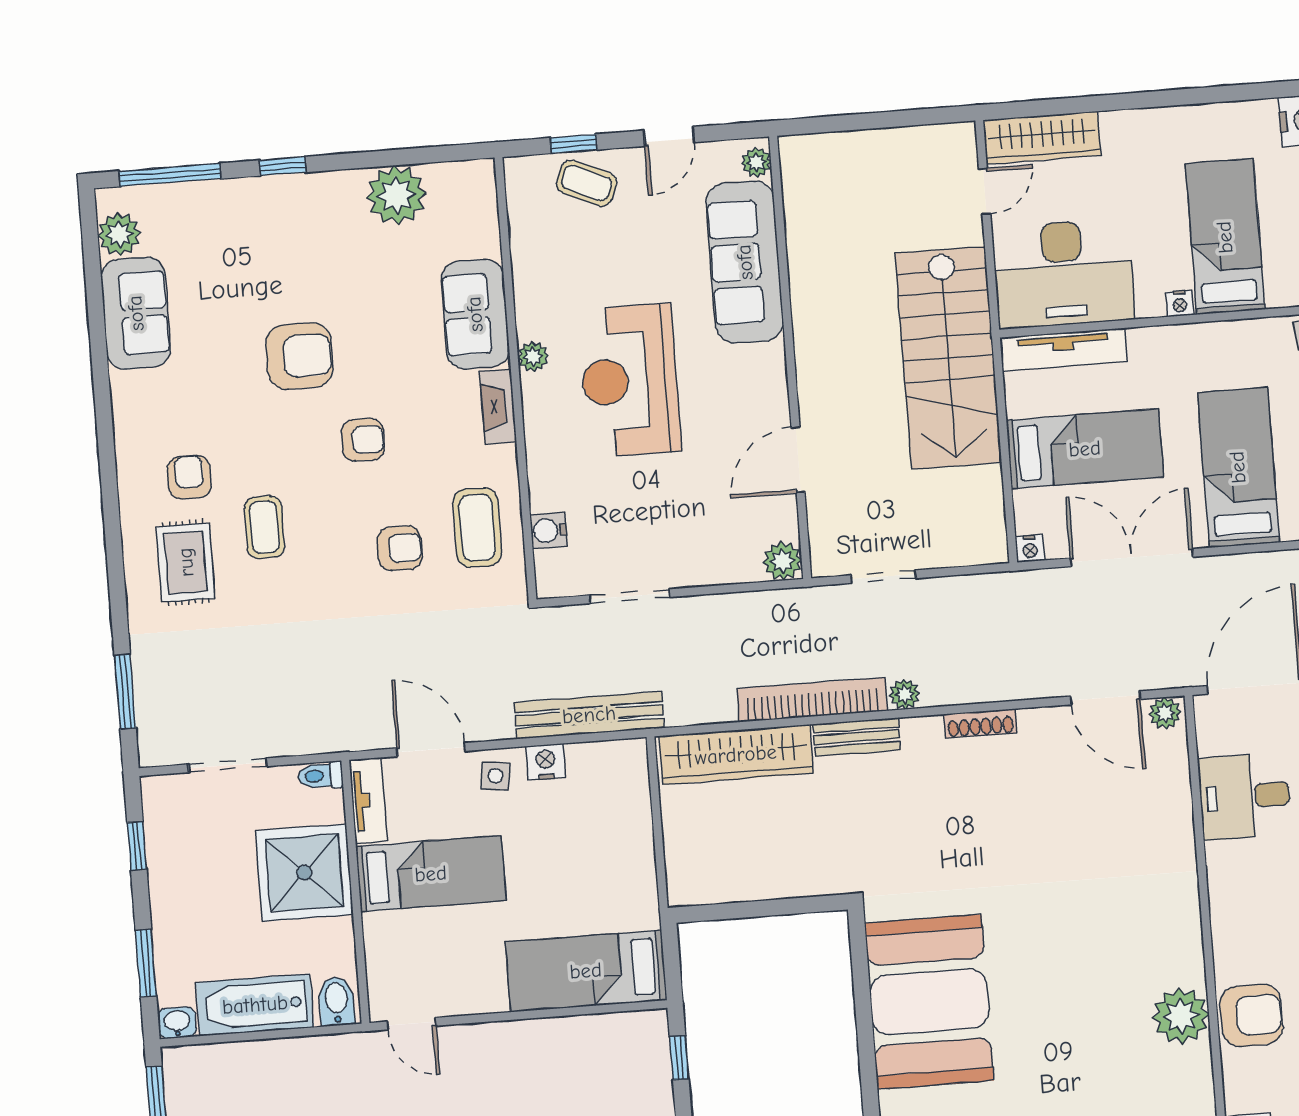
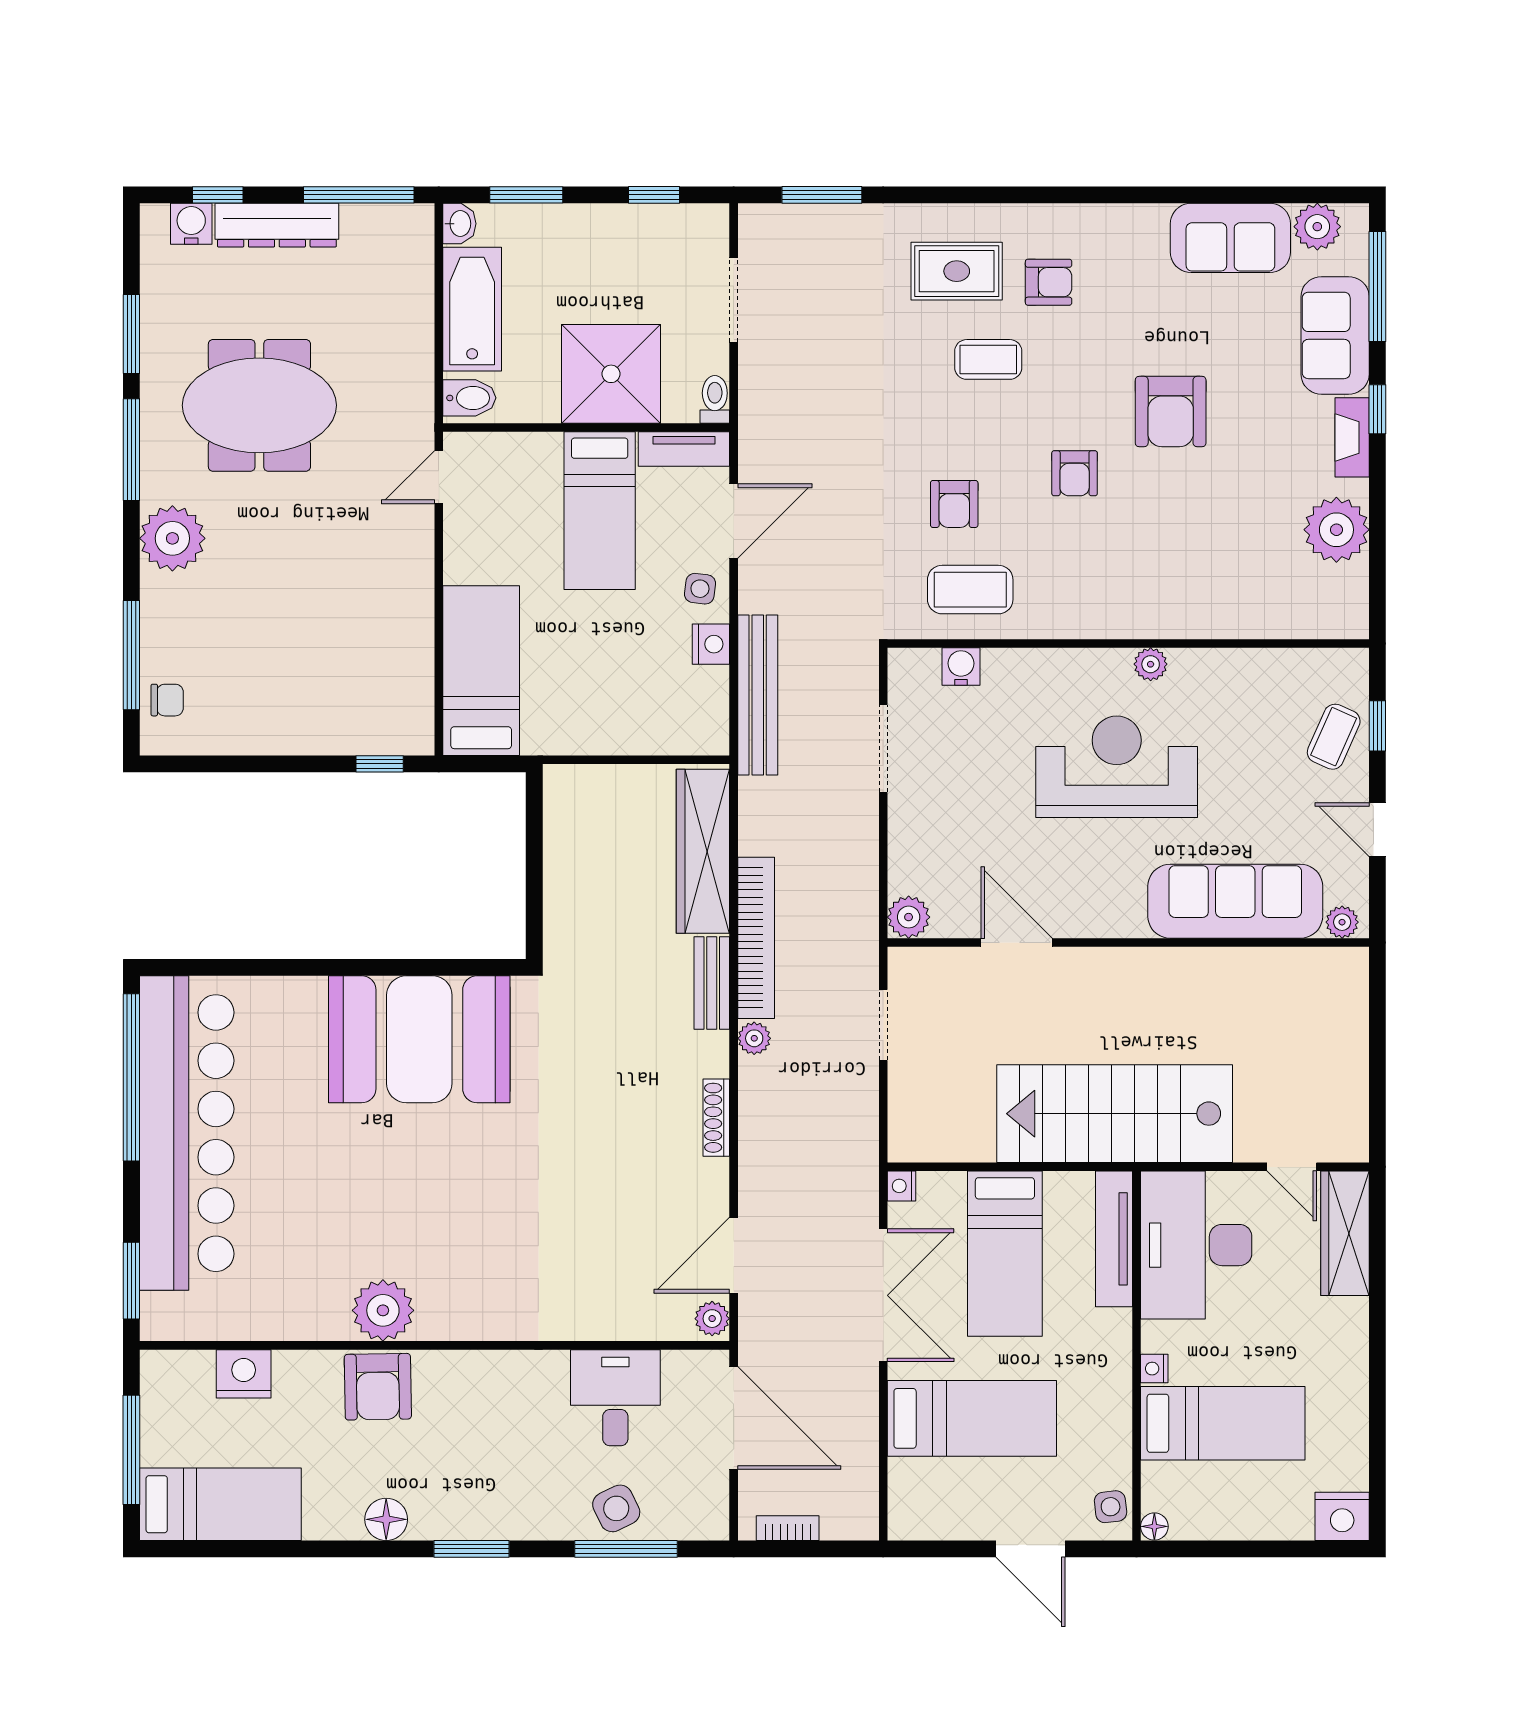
sofa: (475, 314) -> (1335, 335), moved, turned -90
fireplace: (498, 407) -> (1352, 437), moved, turned -90

